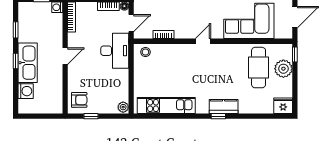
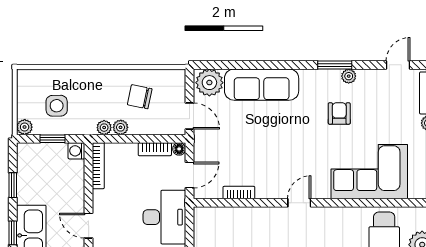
stool: (145, 52) -> (211, 219), removed
door: (65, 56) -> (89, 226), swing flipped

